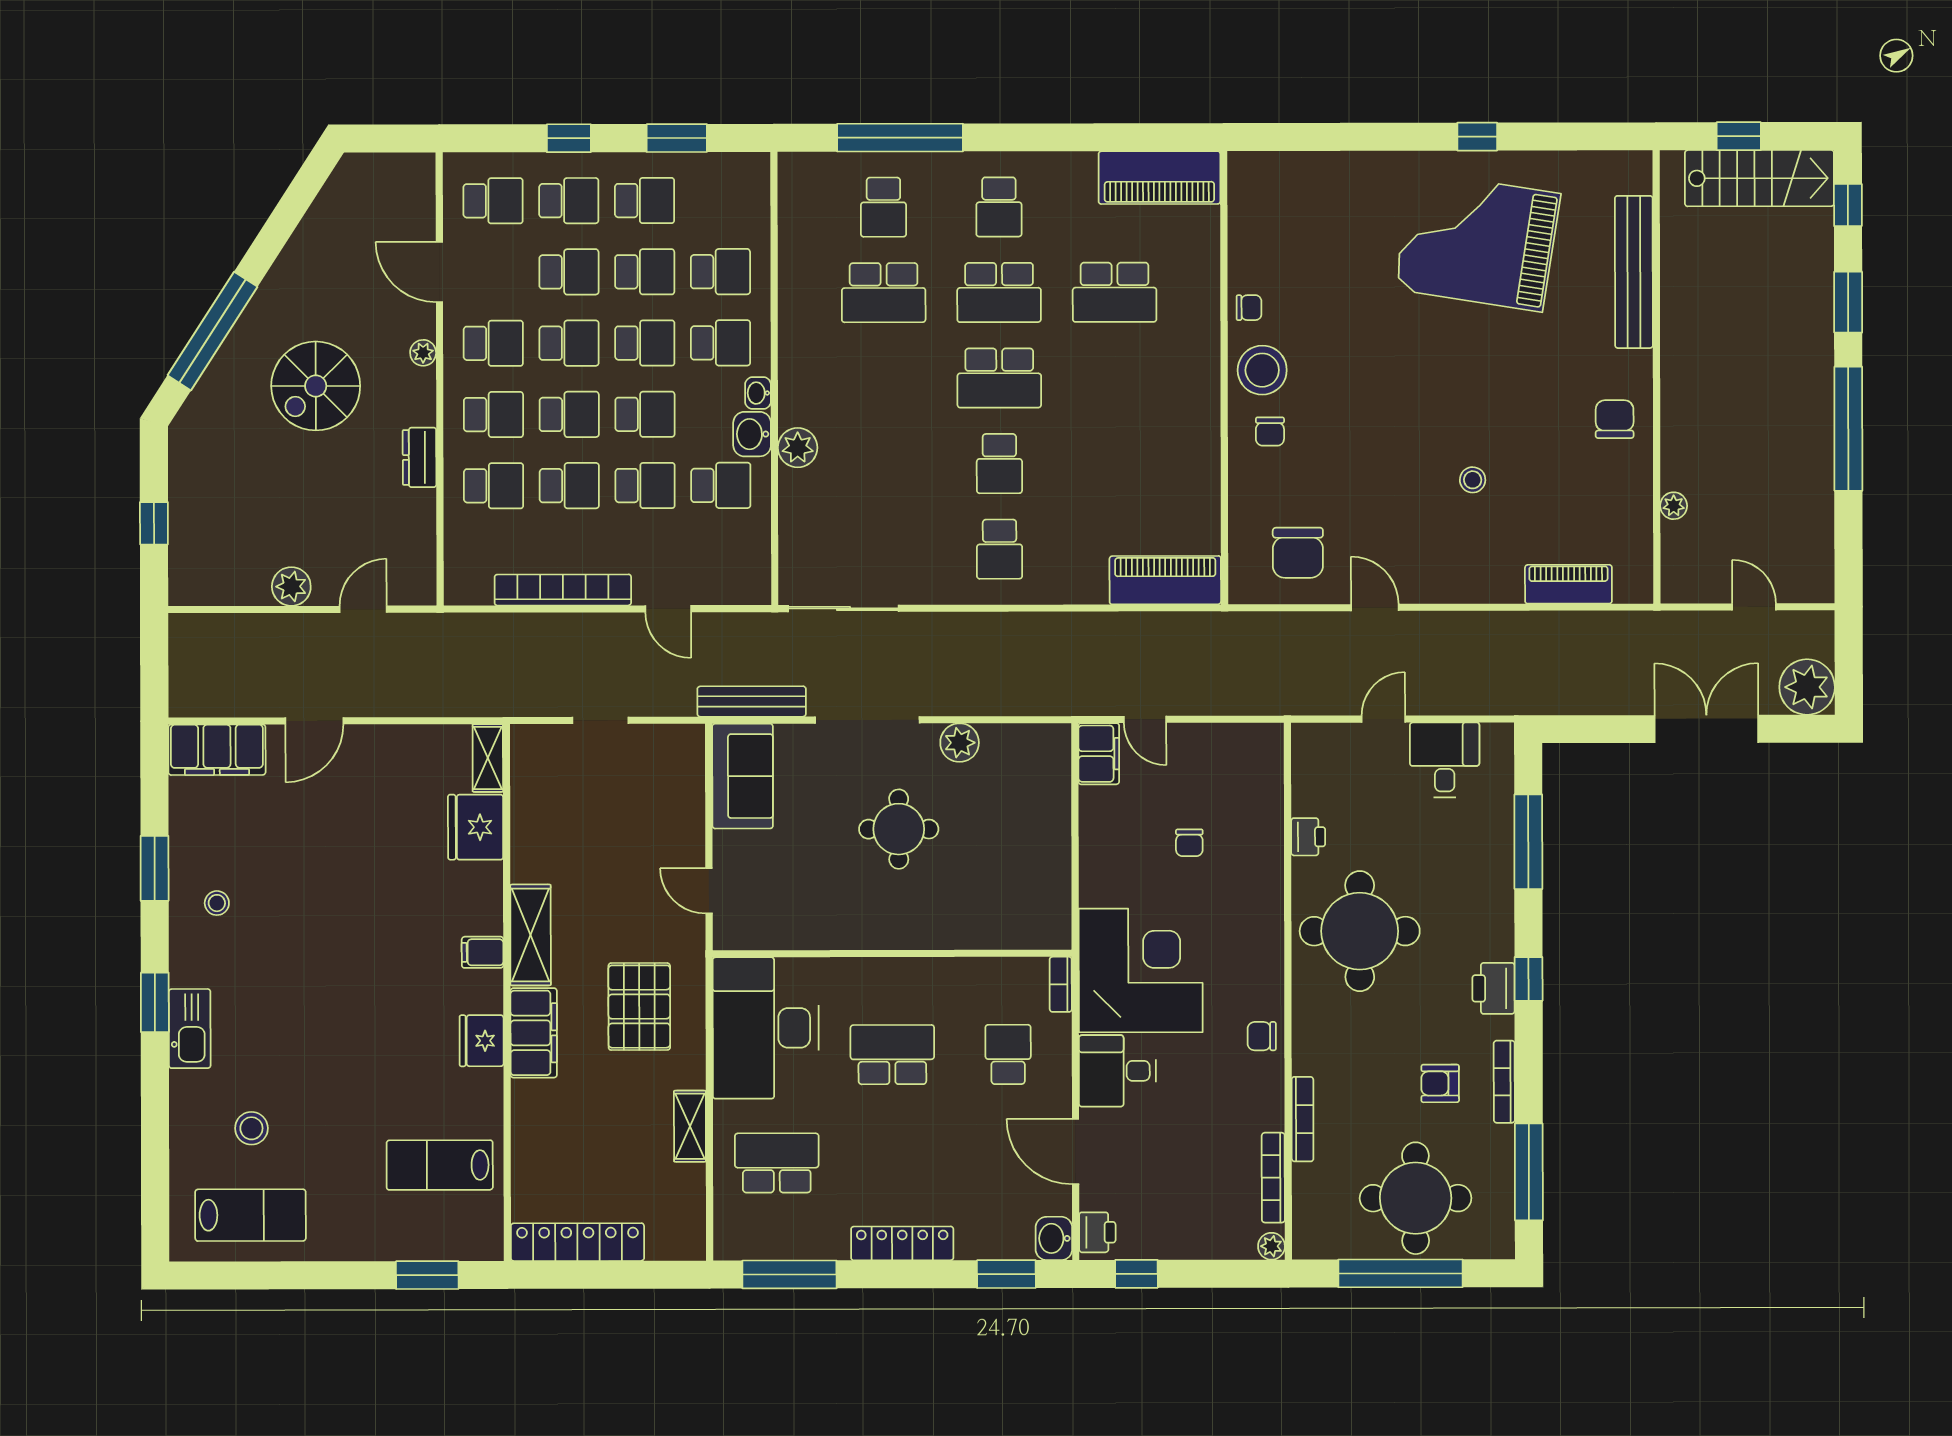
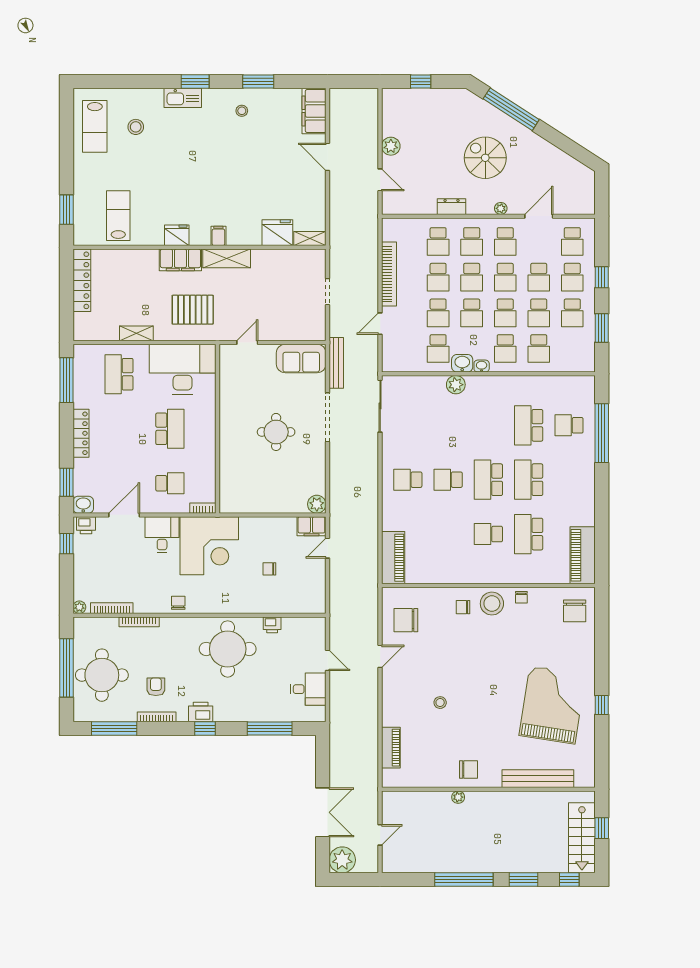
chair: (1278, 194) -> (575, 611), added
school desk: (999, 207) -> (488, 534), moved
plant: (1674, 506) -> (458, 797), moved
plant: (960, 743) -> (317, 504), moved
school desk: (777, 1163) -> (119, 374), turned 180

